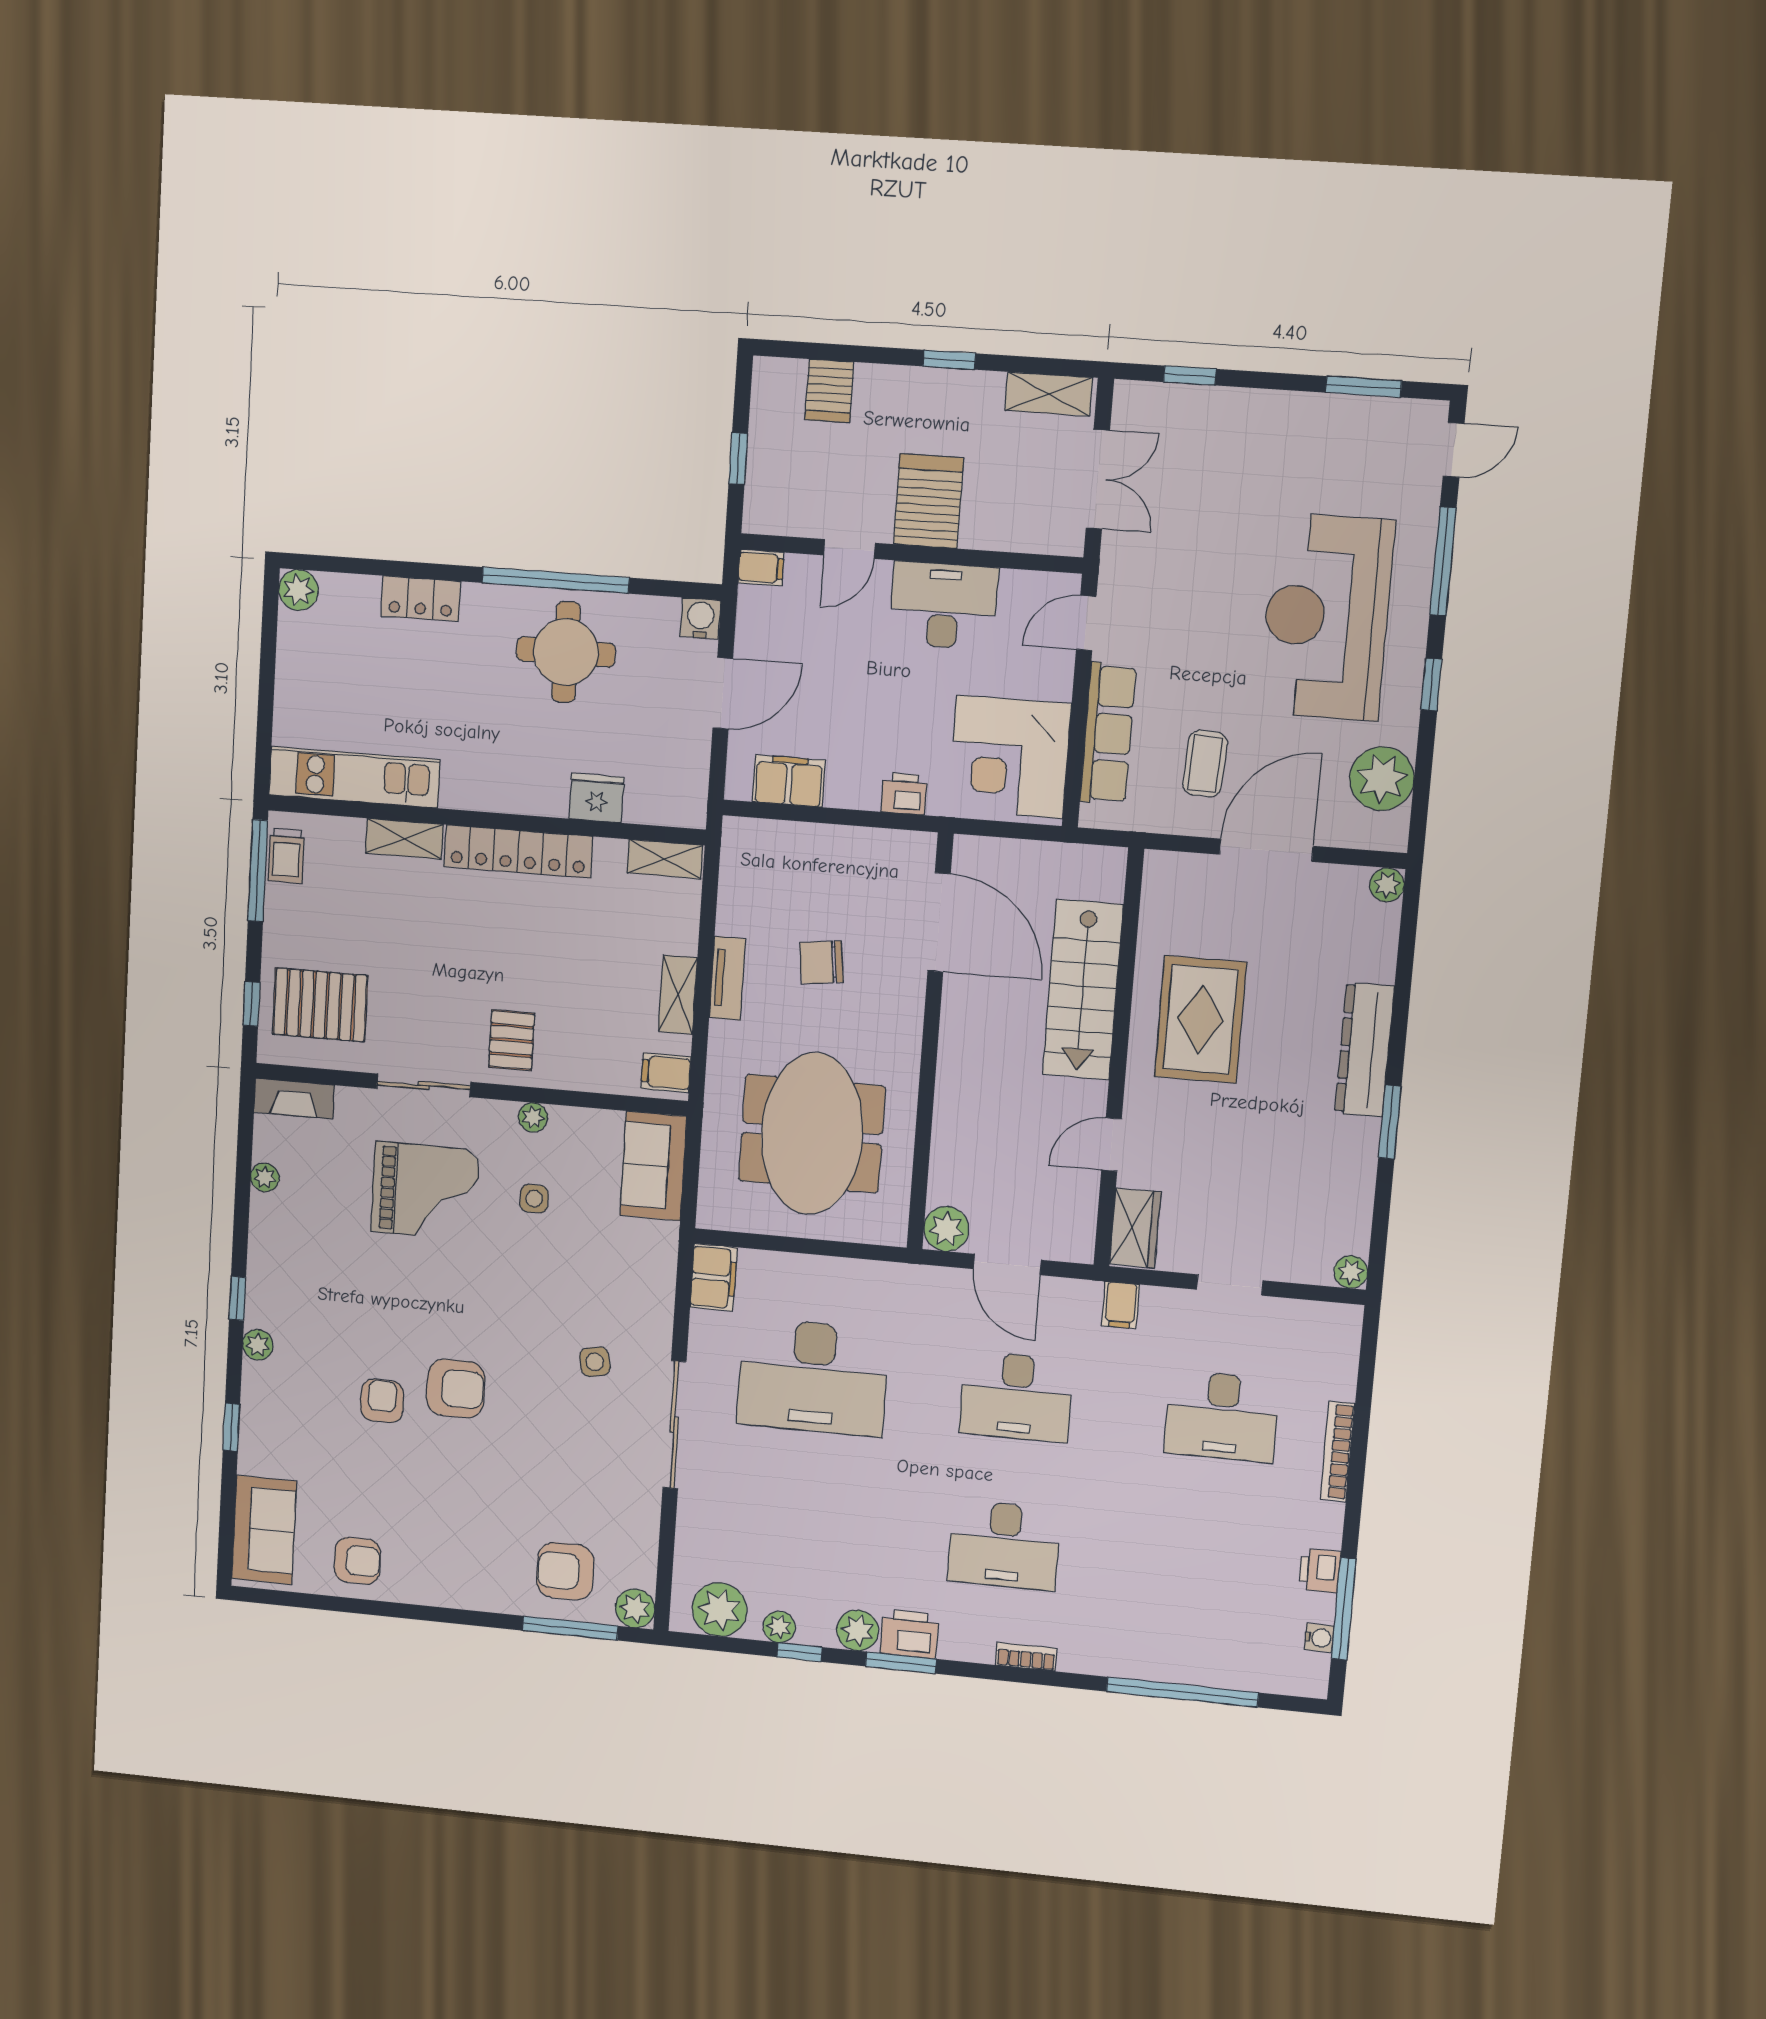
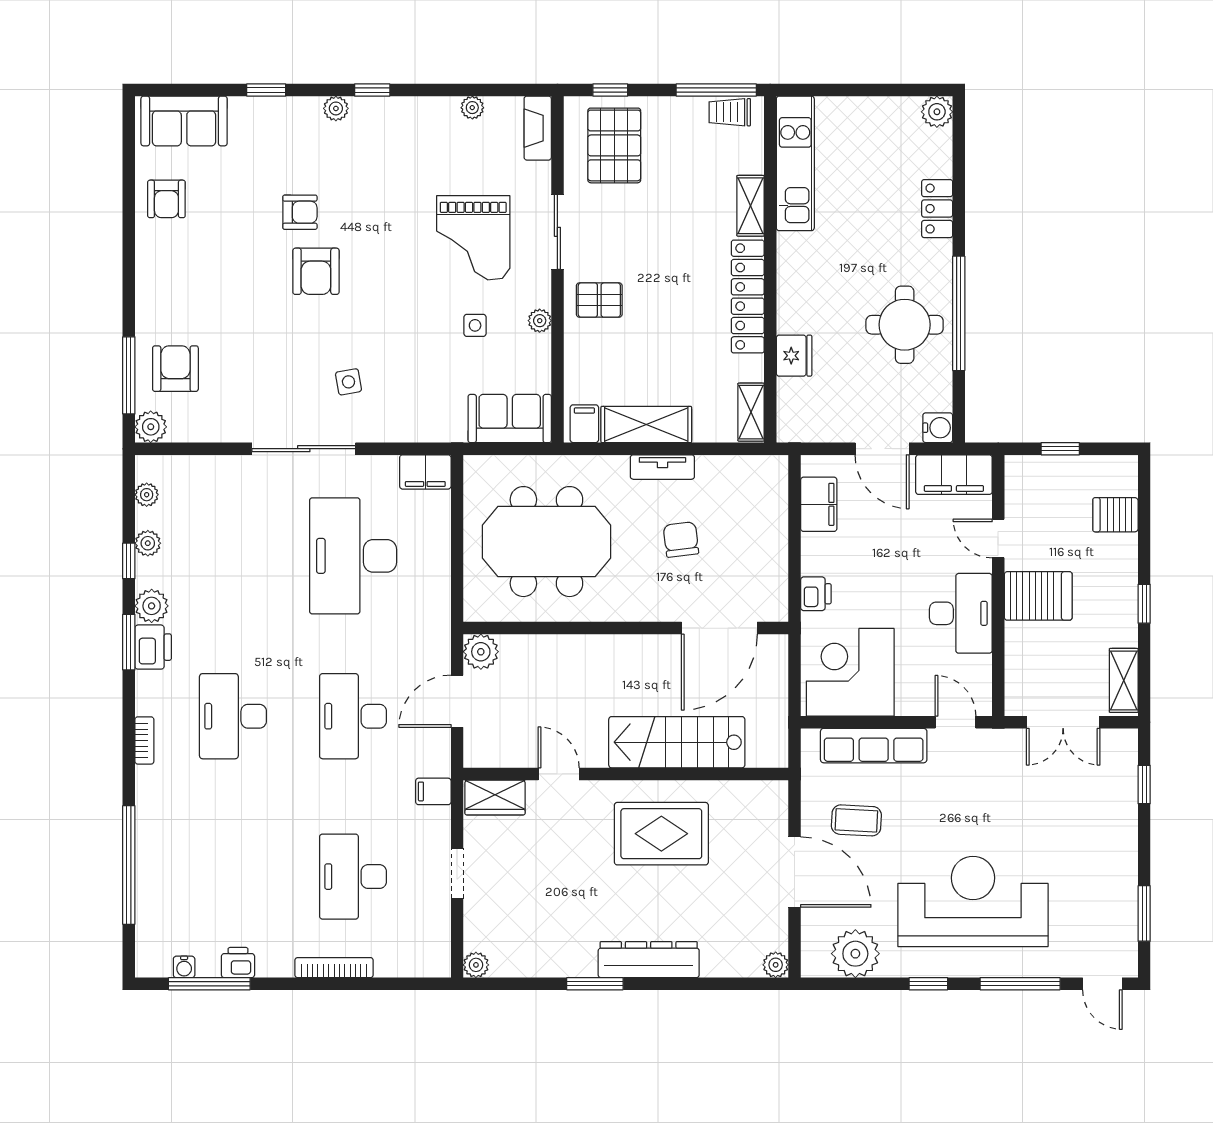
filing cabinet: (761, 568) -> (954, 475), width x3.00, depth x1.17
shelving: (678, 995) -> (646, 425), width x1.50, depth x1.33
plant: (720, 1610) -> (147, 495), width x0.53, depth x0.53

